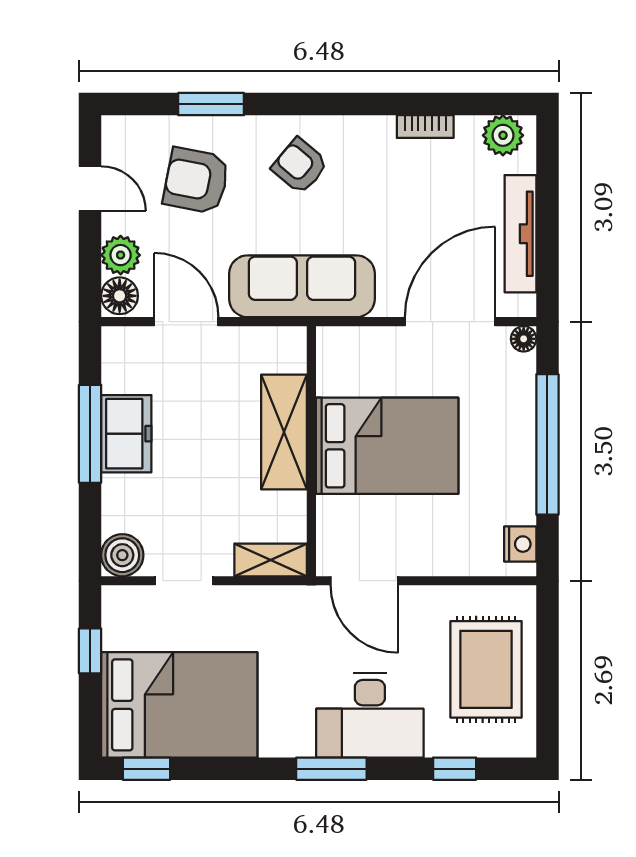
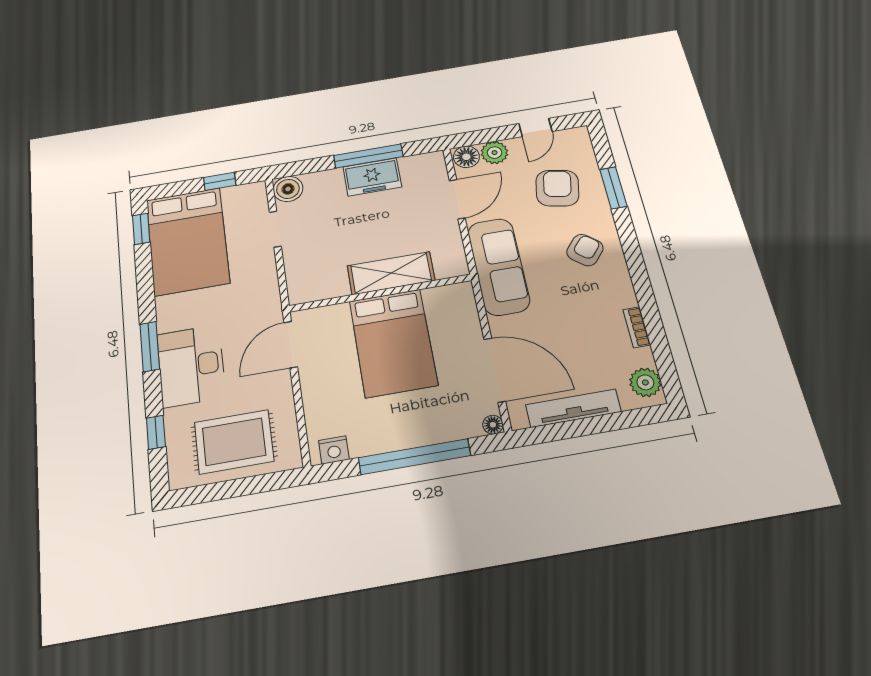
shelving: (271, 560) -> (297, 280), removed

